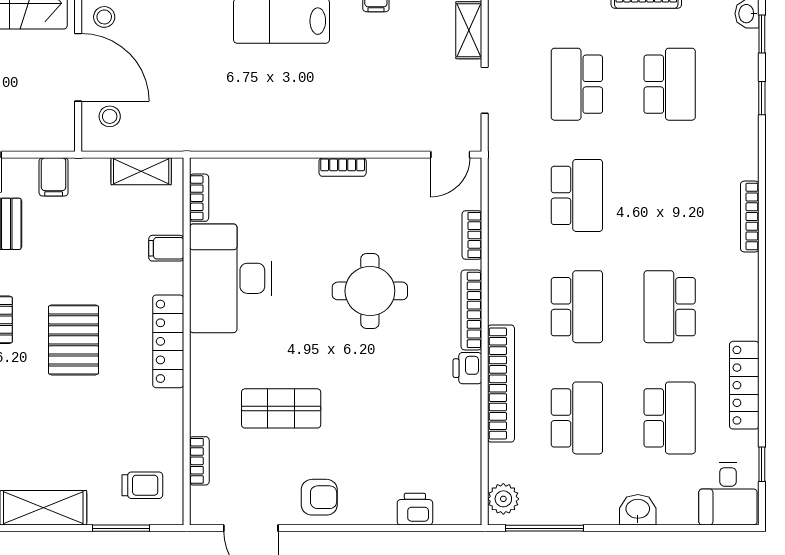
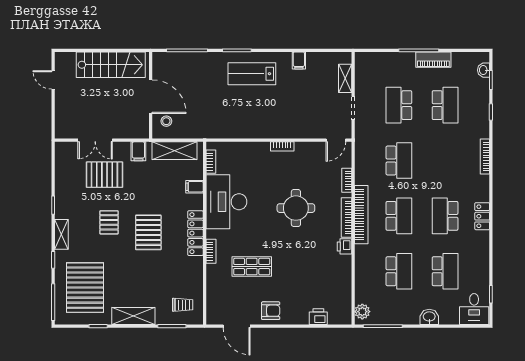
stool: (104, 17) -> (164, 72), removed
shelving: (141, 171) -> (175, 151), width x1.50, depth x1.33
bookcase: (750, 217) -> (485, 157), moved
bookcase: (501, 384) -> (361, 215), moved
locker: (744, 385) -> (482, 216), moved, width x0.66
bookcase: (199, 461) -> (211, 251), moved

